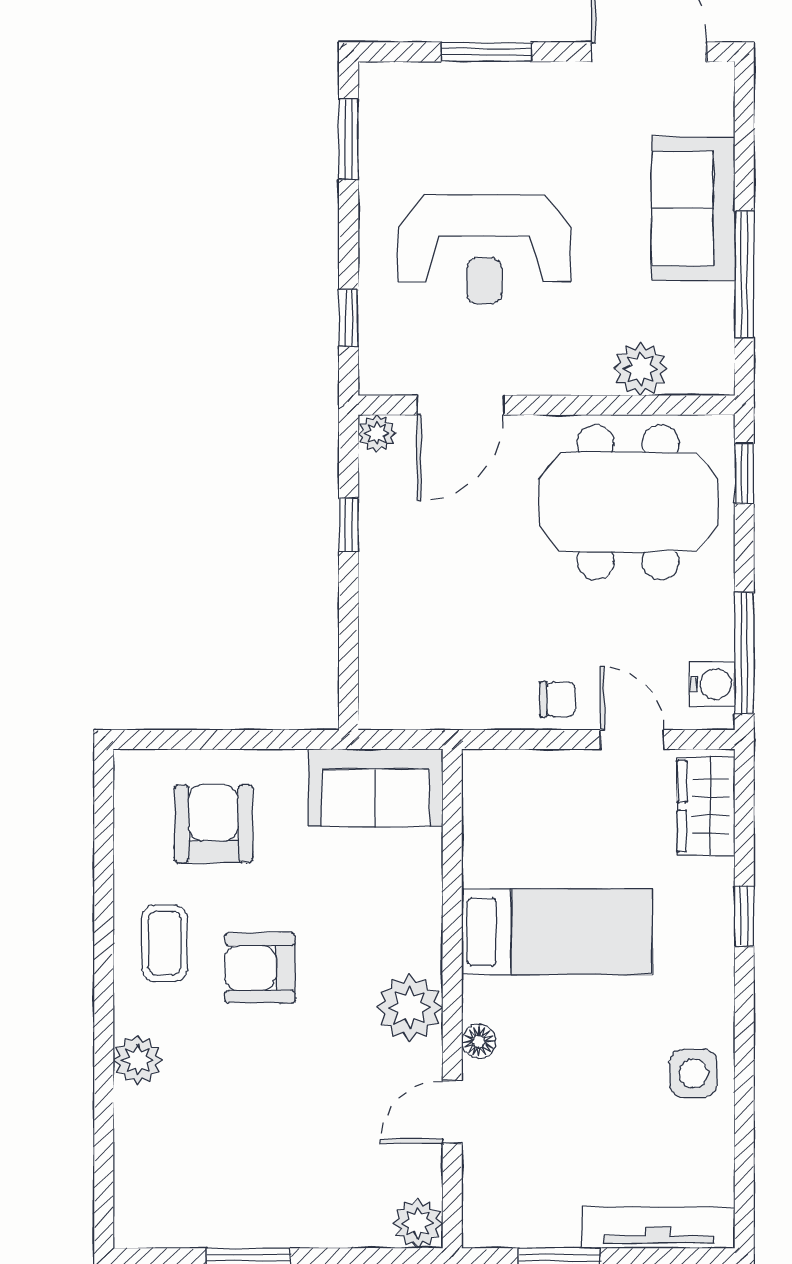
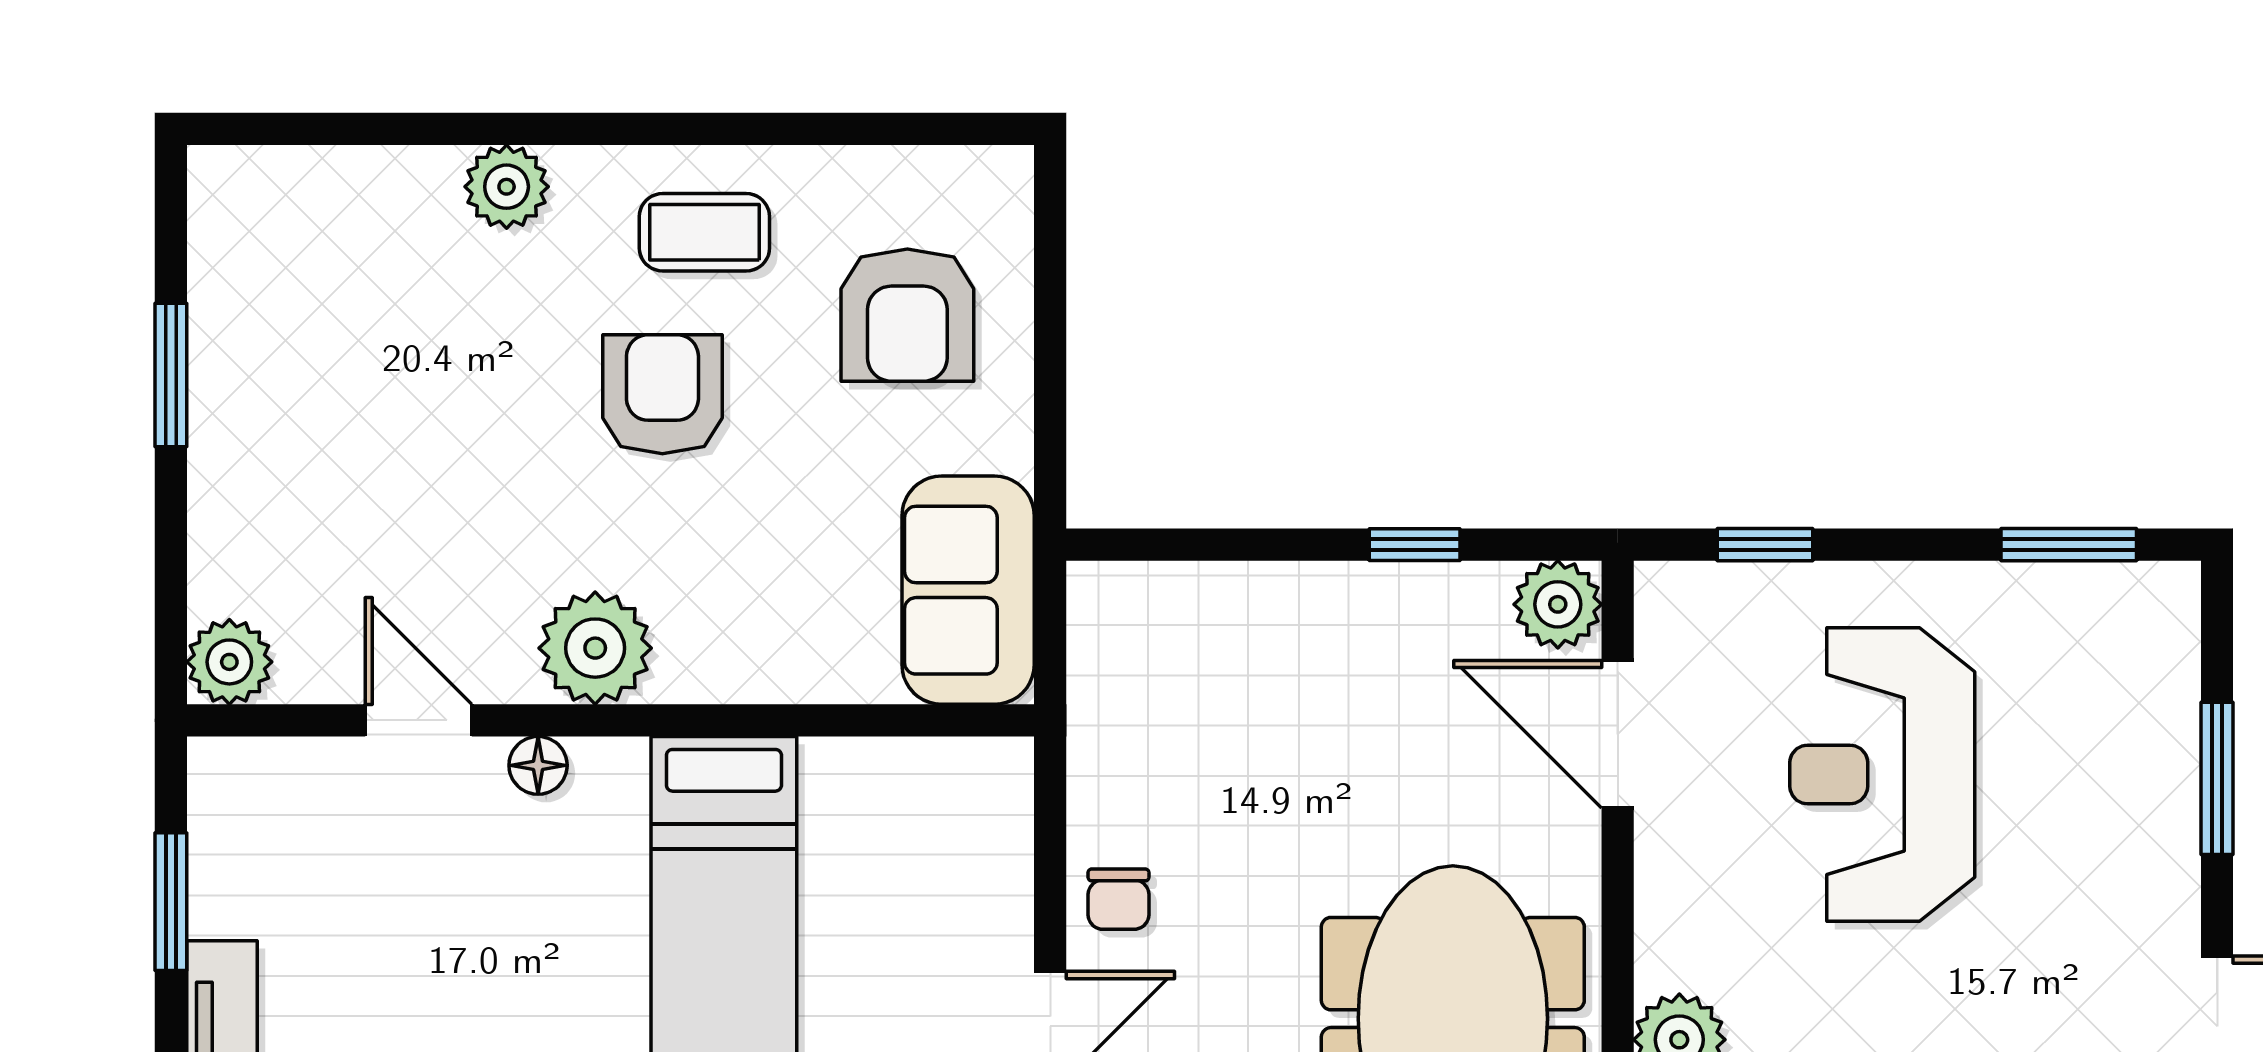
plant: (377, 433) -> (1558, 604), width x1.38, depth x1.38
armchair: (213, 824) -> (907, 315), turned 90

